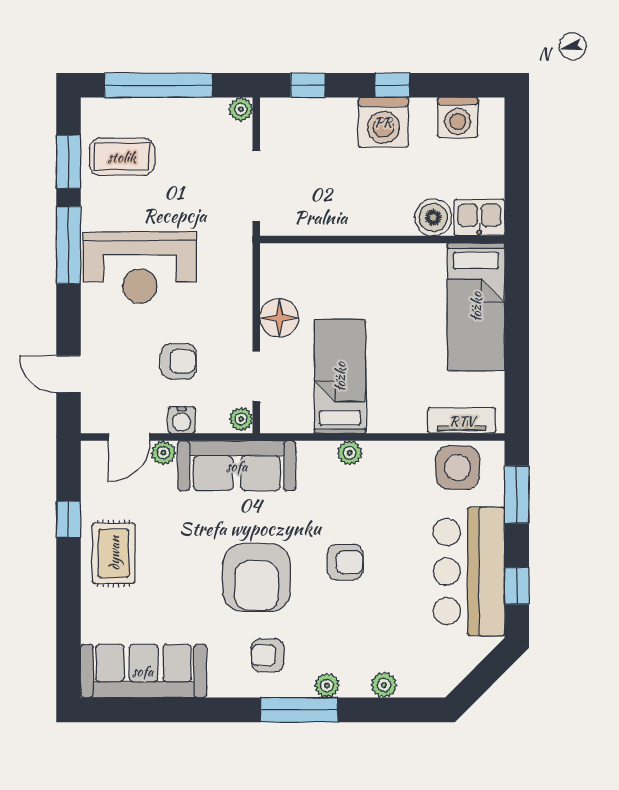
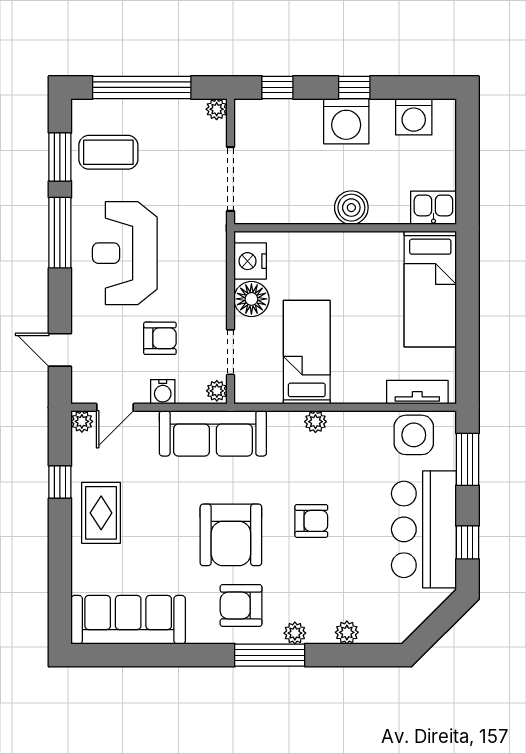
boiler: (433, 217) -> (351, 208), moved
reception desk: (140, 268) -> (125, 253), turned 90
nightstand: (278, 276) -> (250, 261), added
plant: (163, 453) -> (82, 421), moved
armchair: (268, 655) -> (241, 606), width x1.38, depth x1.38

